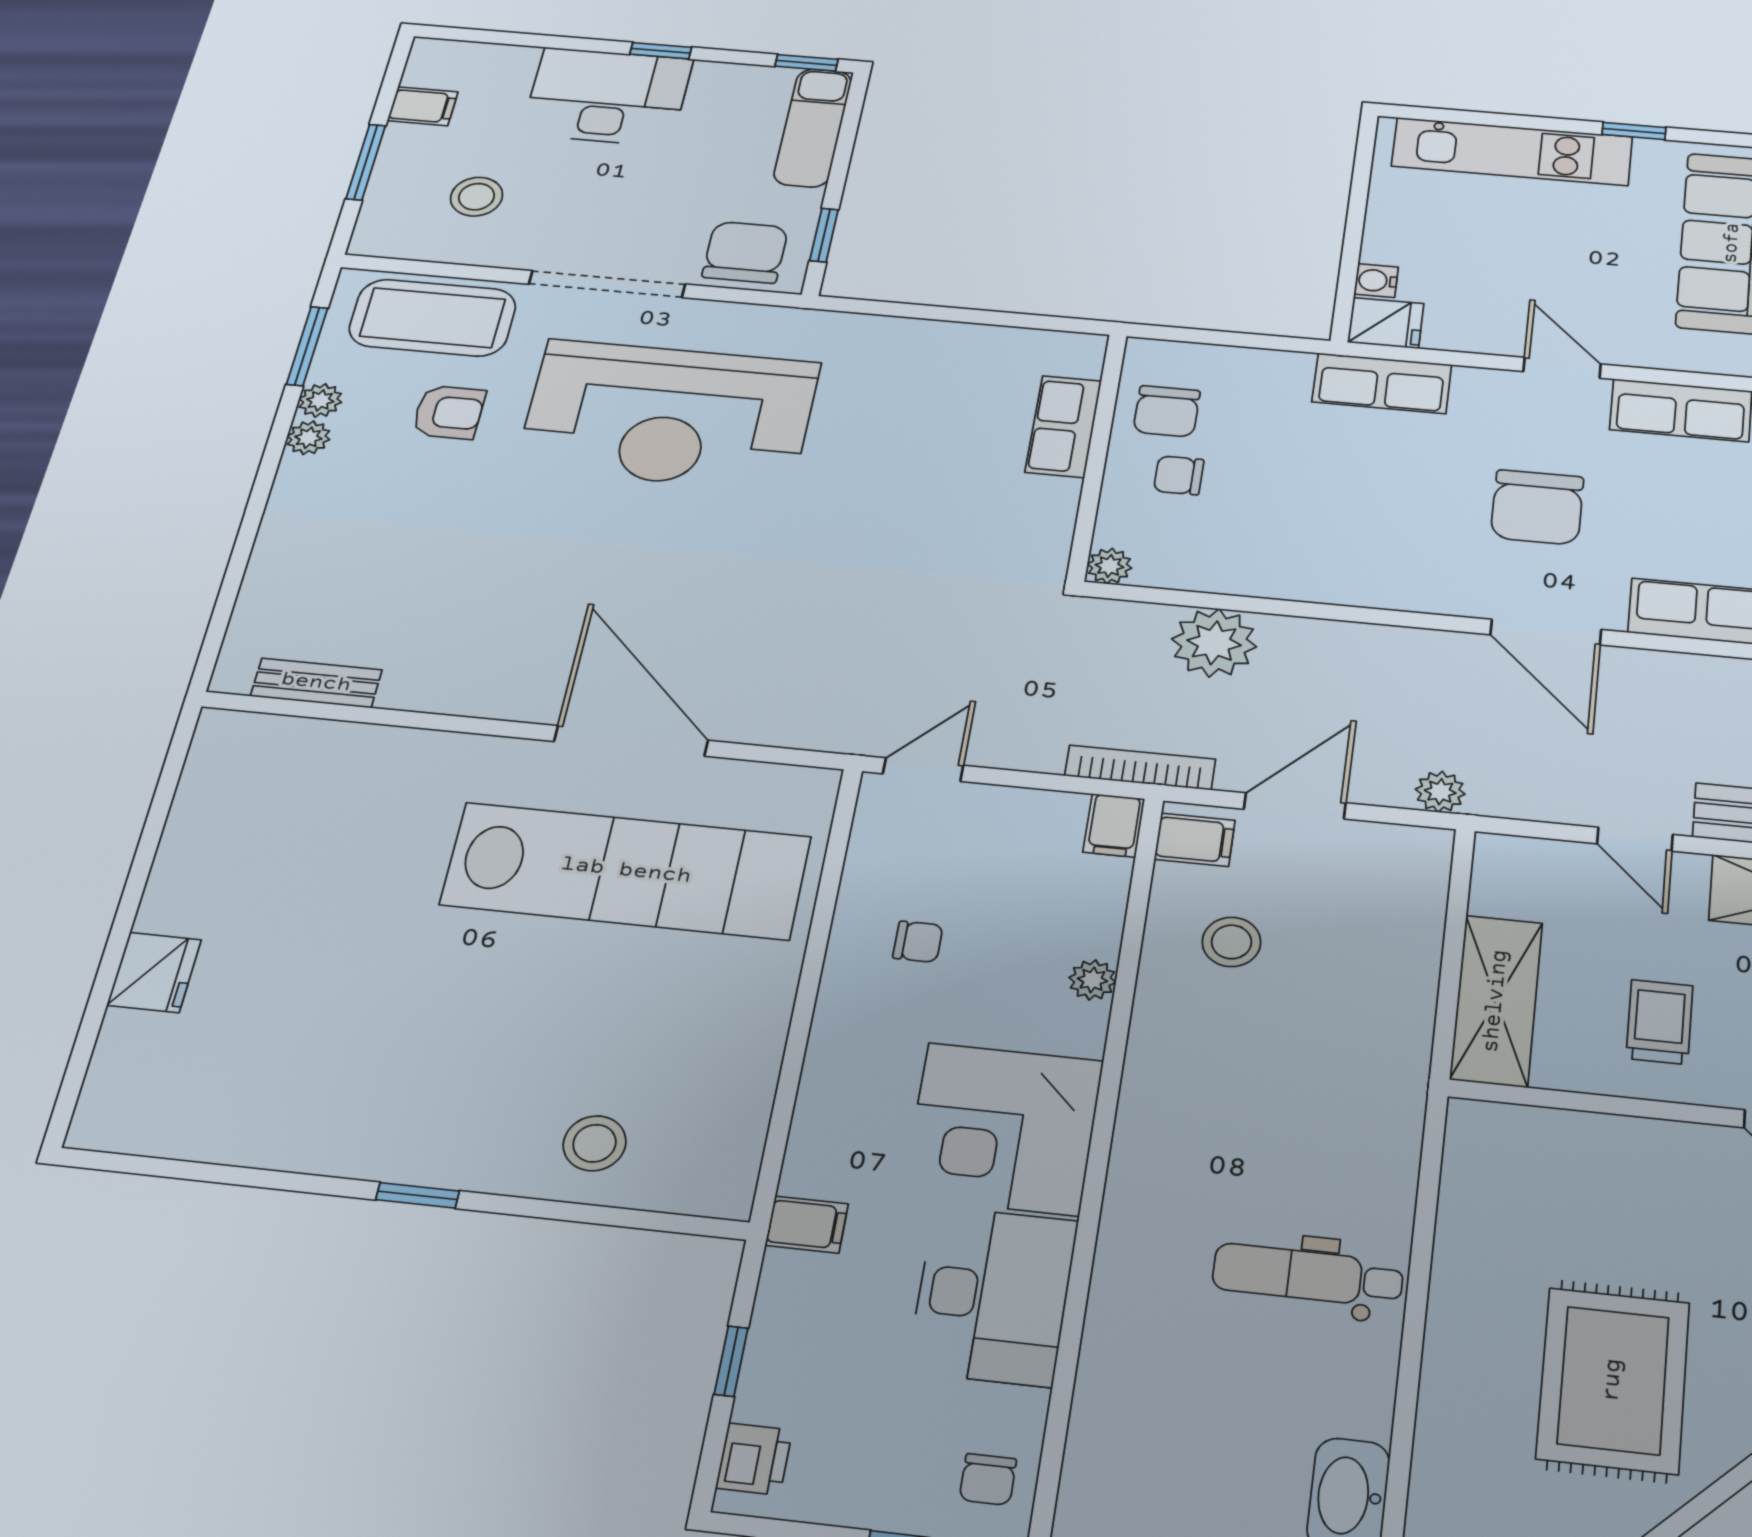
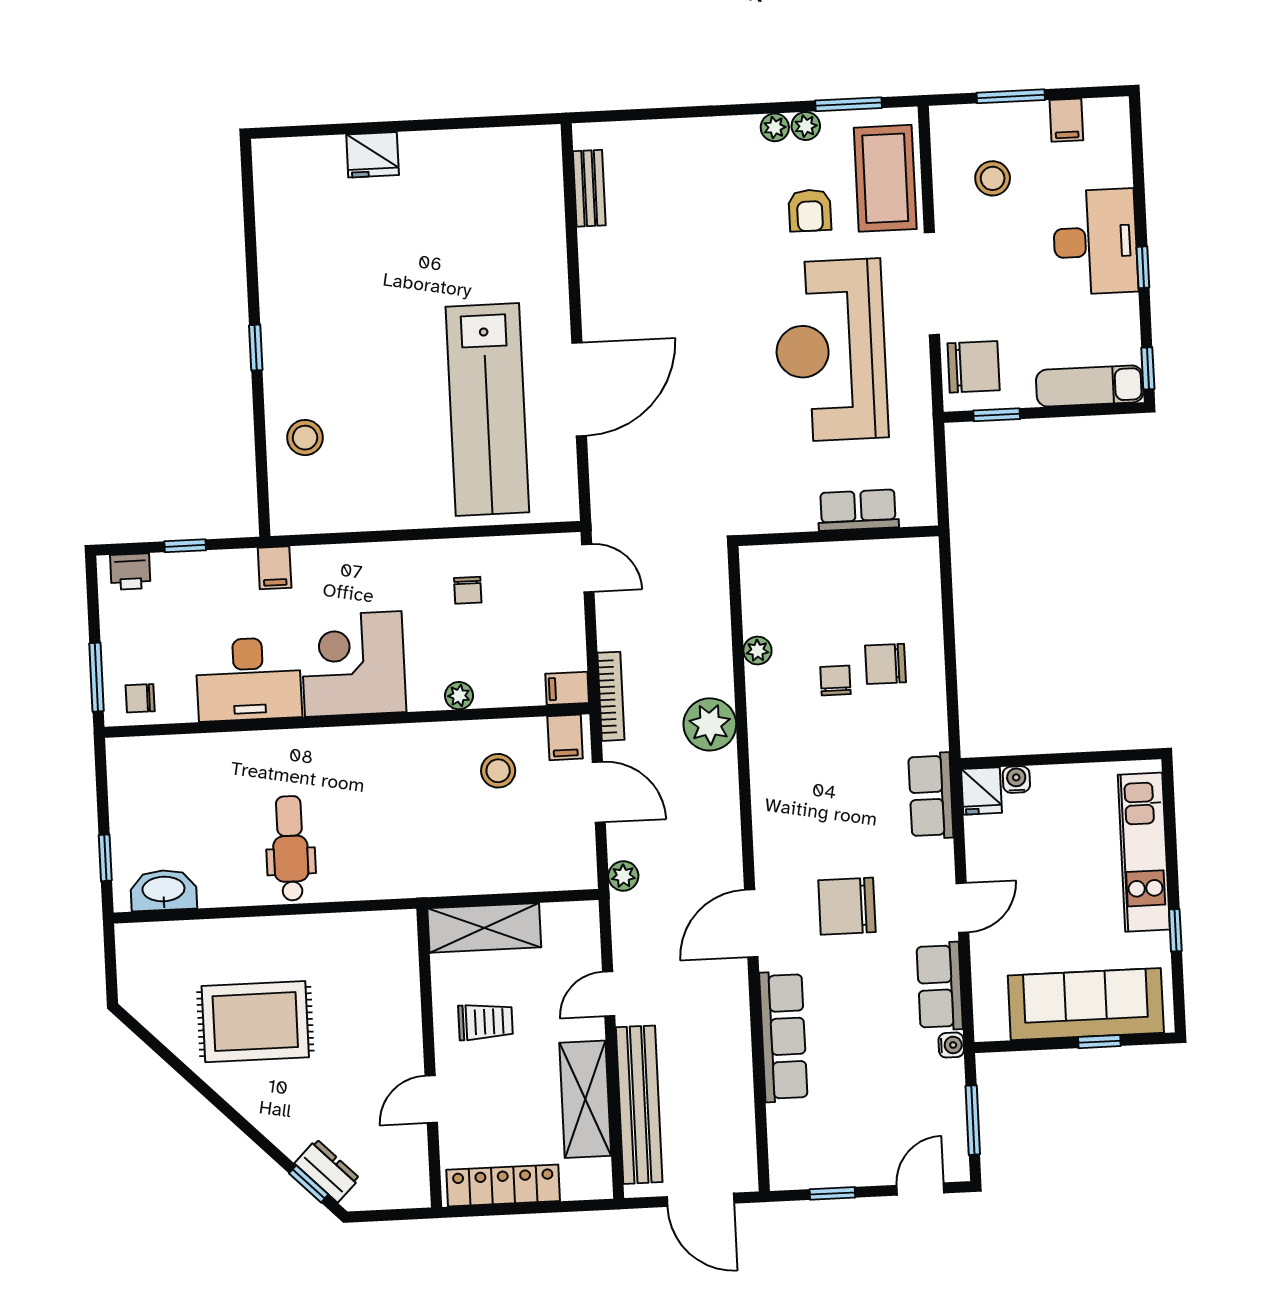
row of seats: (1063, 426) -> (858, 510), moved
wall: (1097, 456) -> (838, 536), moved

